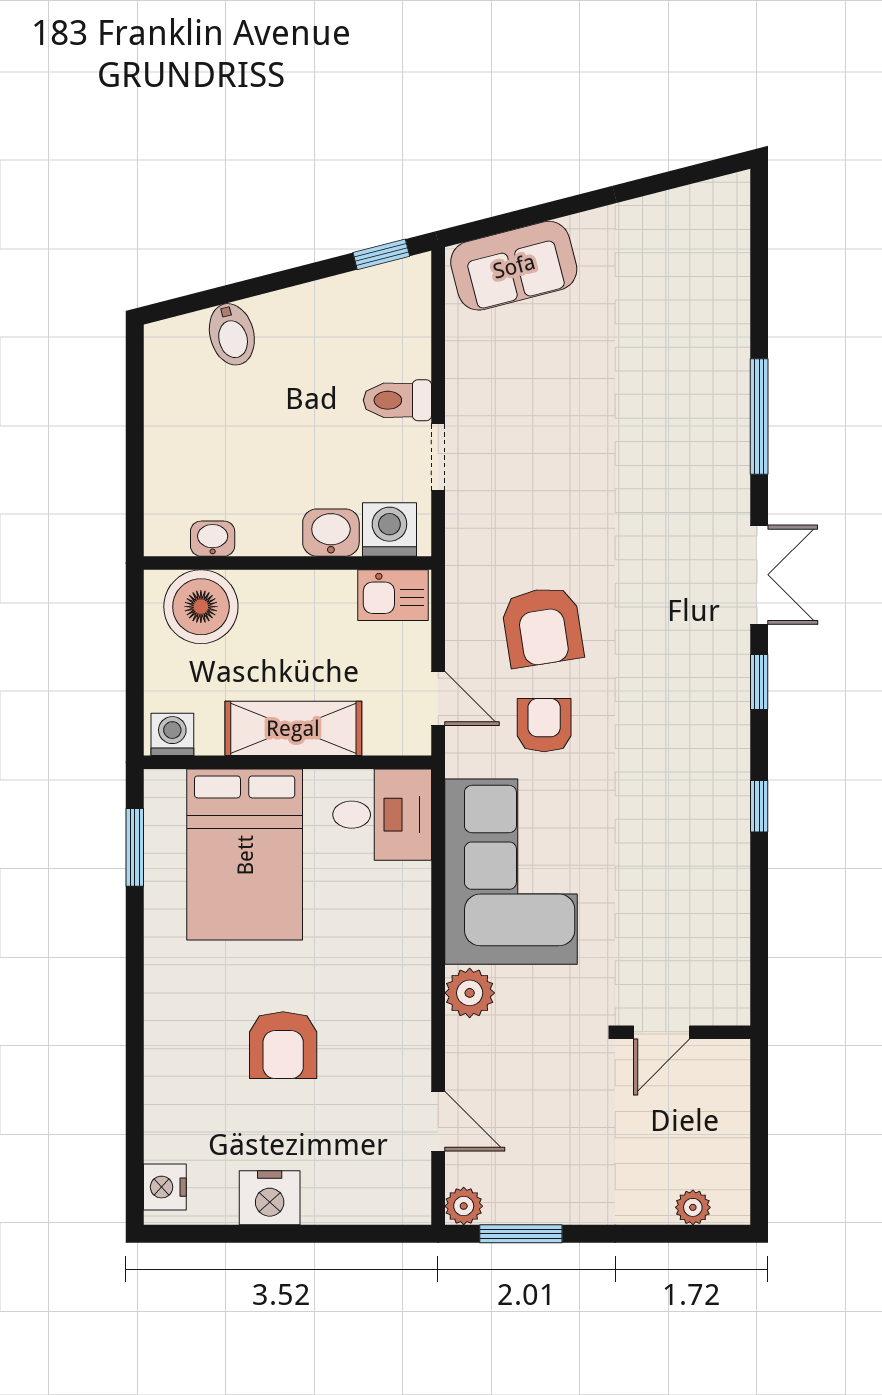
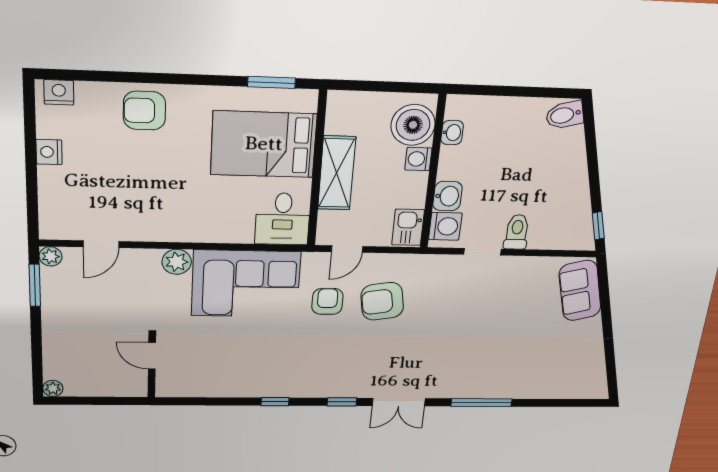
bidet: (232, 334) -> (565, 115), moved
armchair: (544, 725) -> (327, 301), turned -90
washing machine: (172, 734) -> (418, 159), moved, turned 180
armchair: (283, 1045) -> (144, 111), moved
nightstand: (270, 1198) -> (49, 152), width x0.74, depth x0.75
plant: (693, 1207) -> (53, 388), moved

